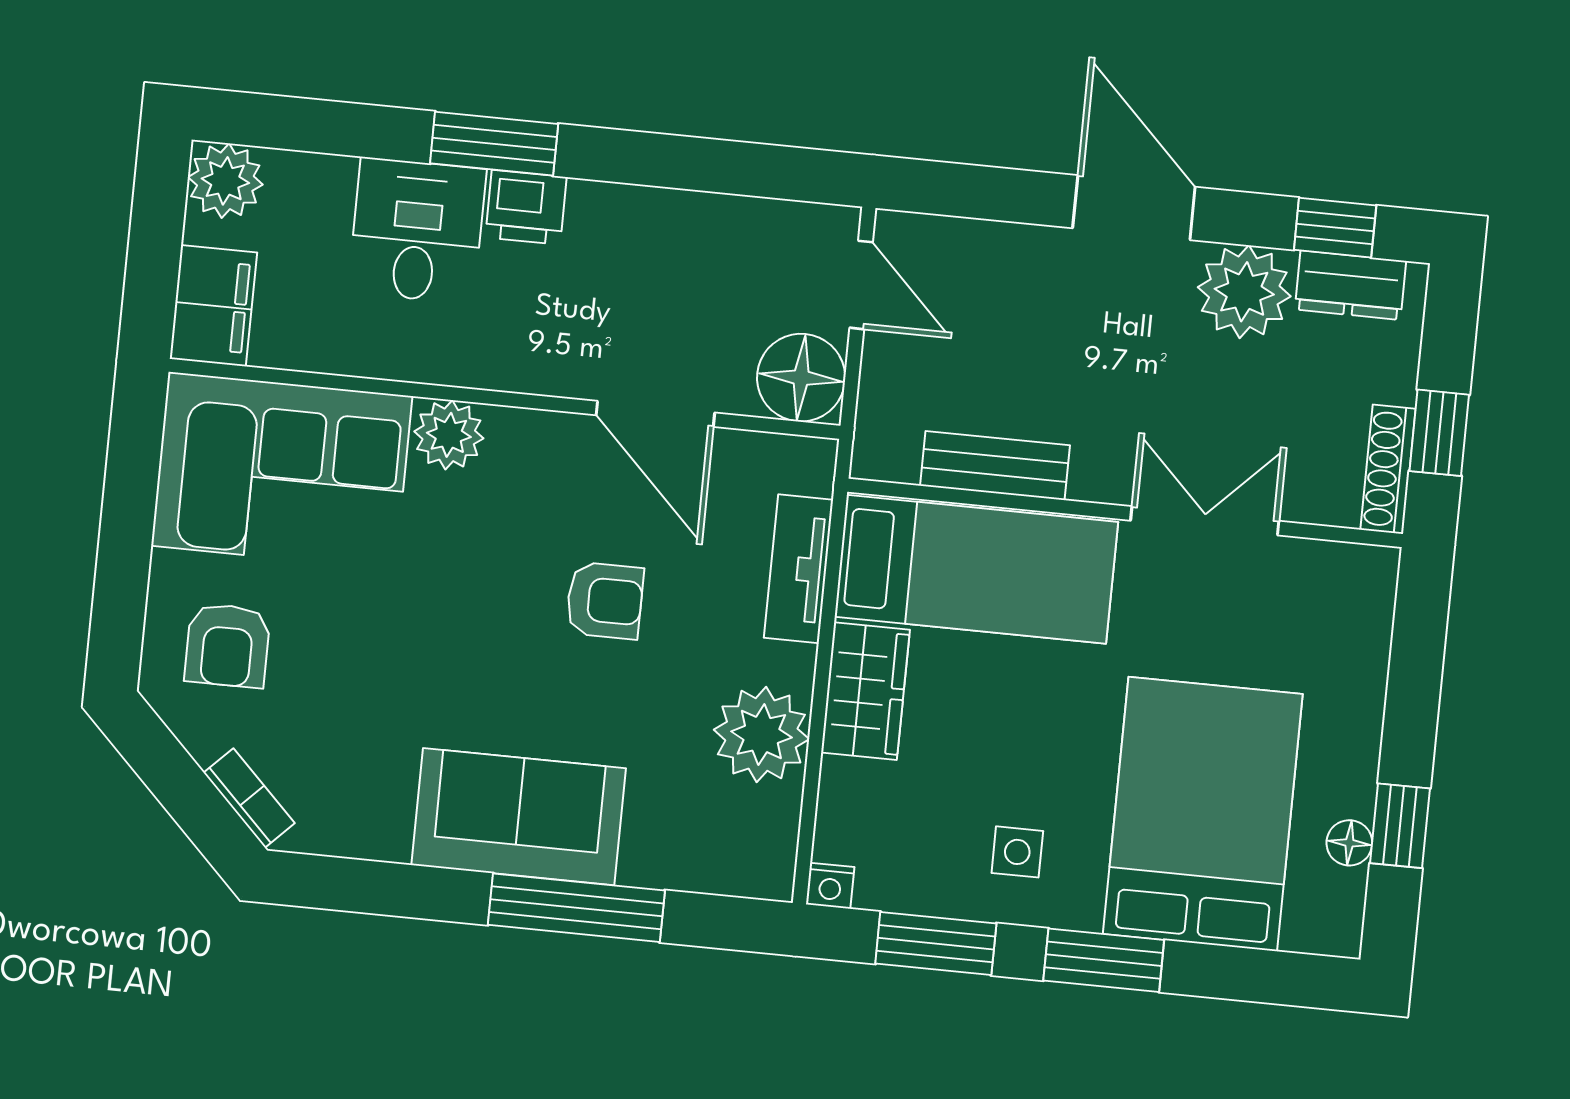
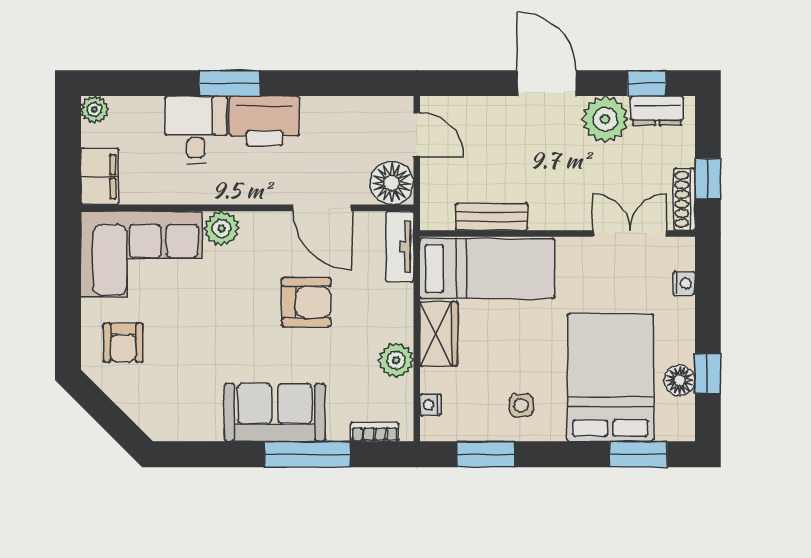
plant: (225, 181) -> (94, 109), width x0.73, depth x0.73
printer: (526, 207) -> (264, 121), width x1.87, depth x1.48
double door: (1205, 521) -> (630, 234), moved
tv unit: (799, 569) -> (400, 247), moved
armchair: (605, 600) -> (306, 302), width x1.38, depth x1.38
nightstand: (1370, 639) -> (684, 283), added
plant: (761, 734) -> (396, 360), width x0.73, depth x0.73
bookcase: (249, 798) -> (375, 432), moved, turned -45
floor lamp: (1349, 843) -> (680, 380), width x1.37, depth x1.37
nightstand: (830, 886) -> (430, 405), moved, turned 90
window: (1104, 960) -> (638, 454), moved

